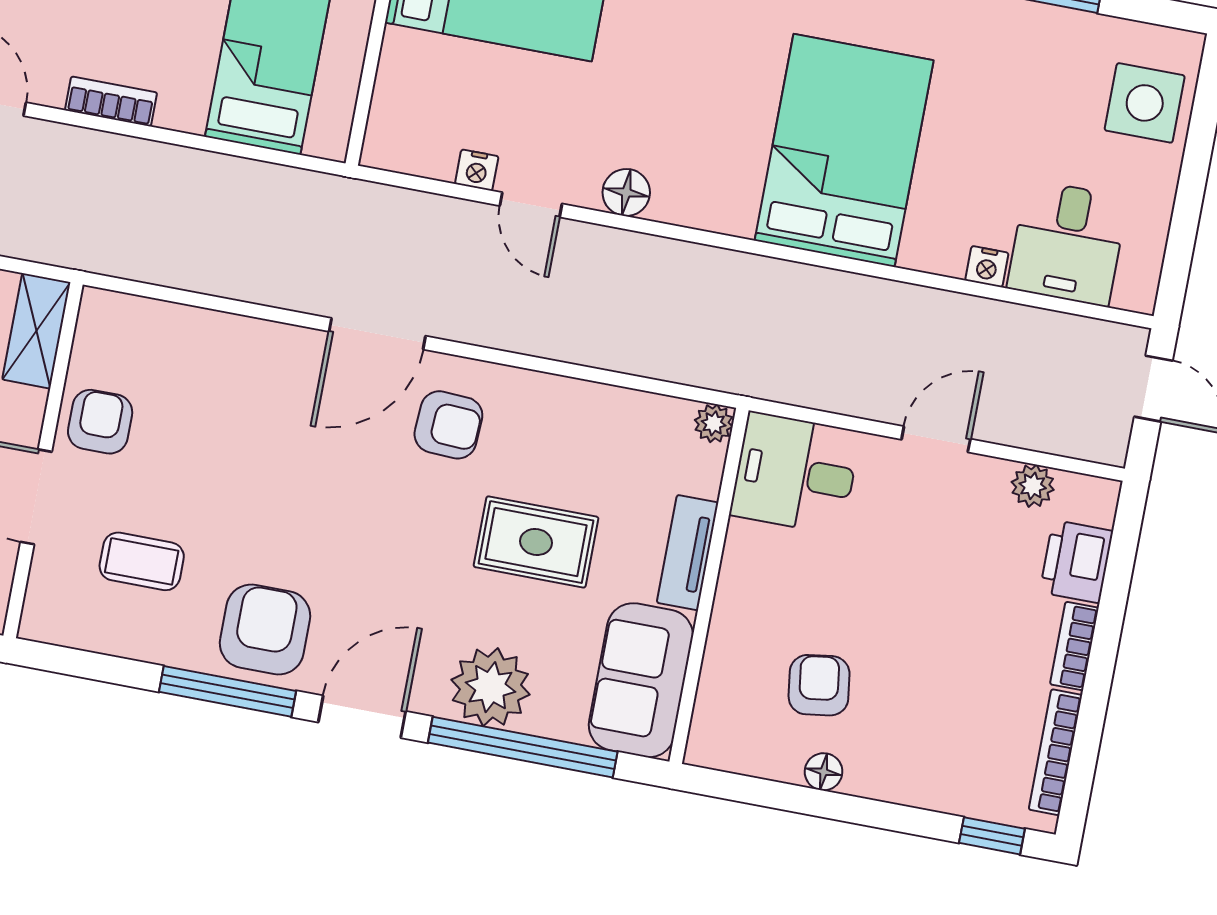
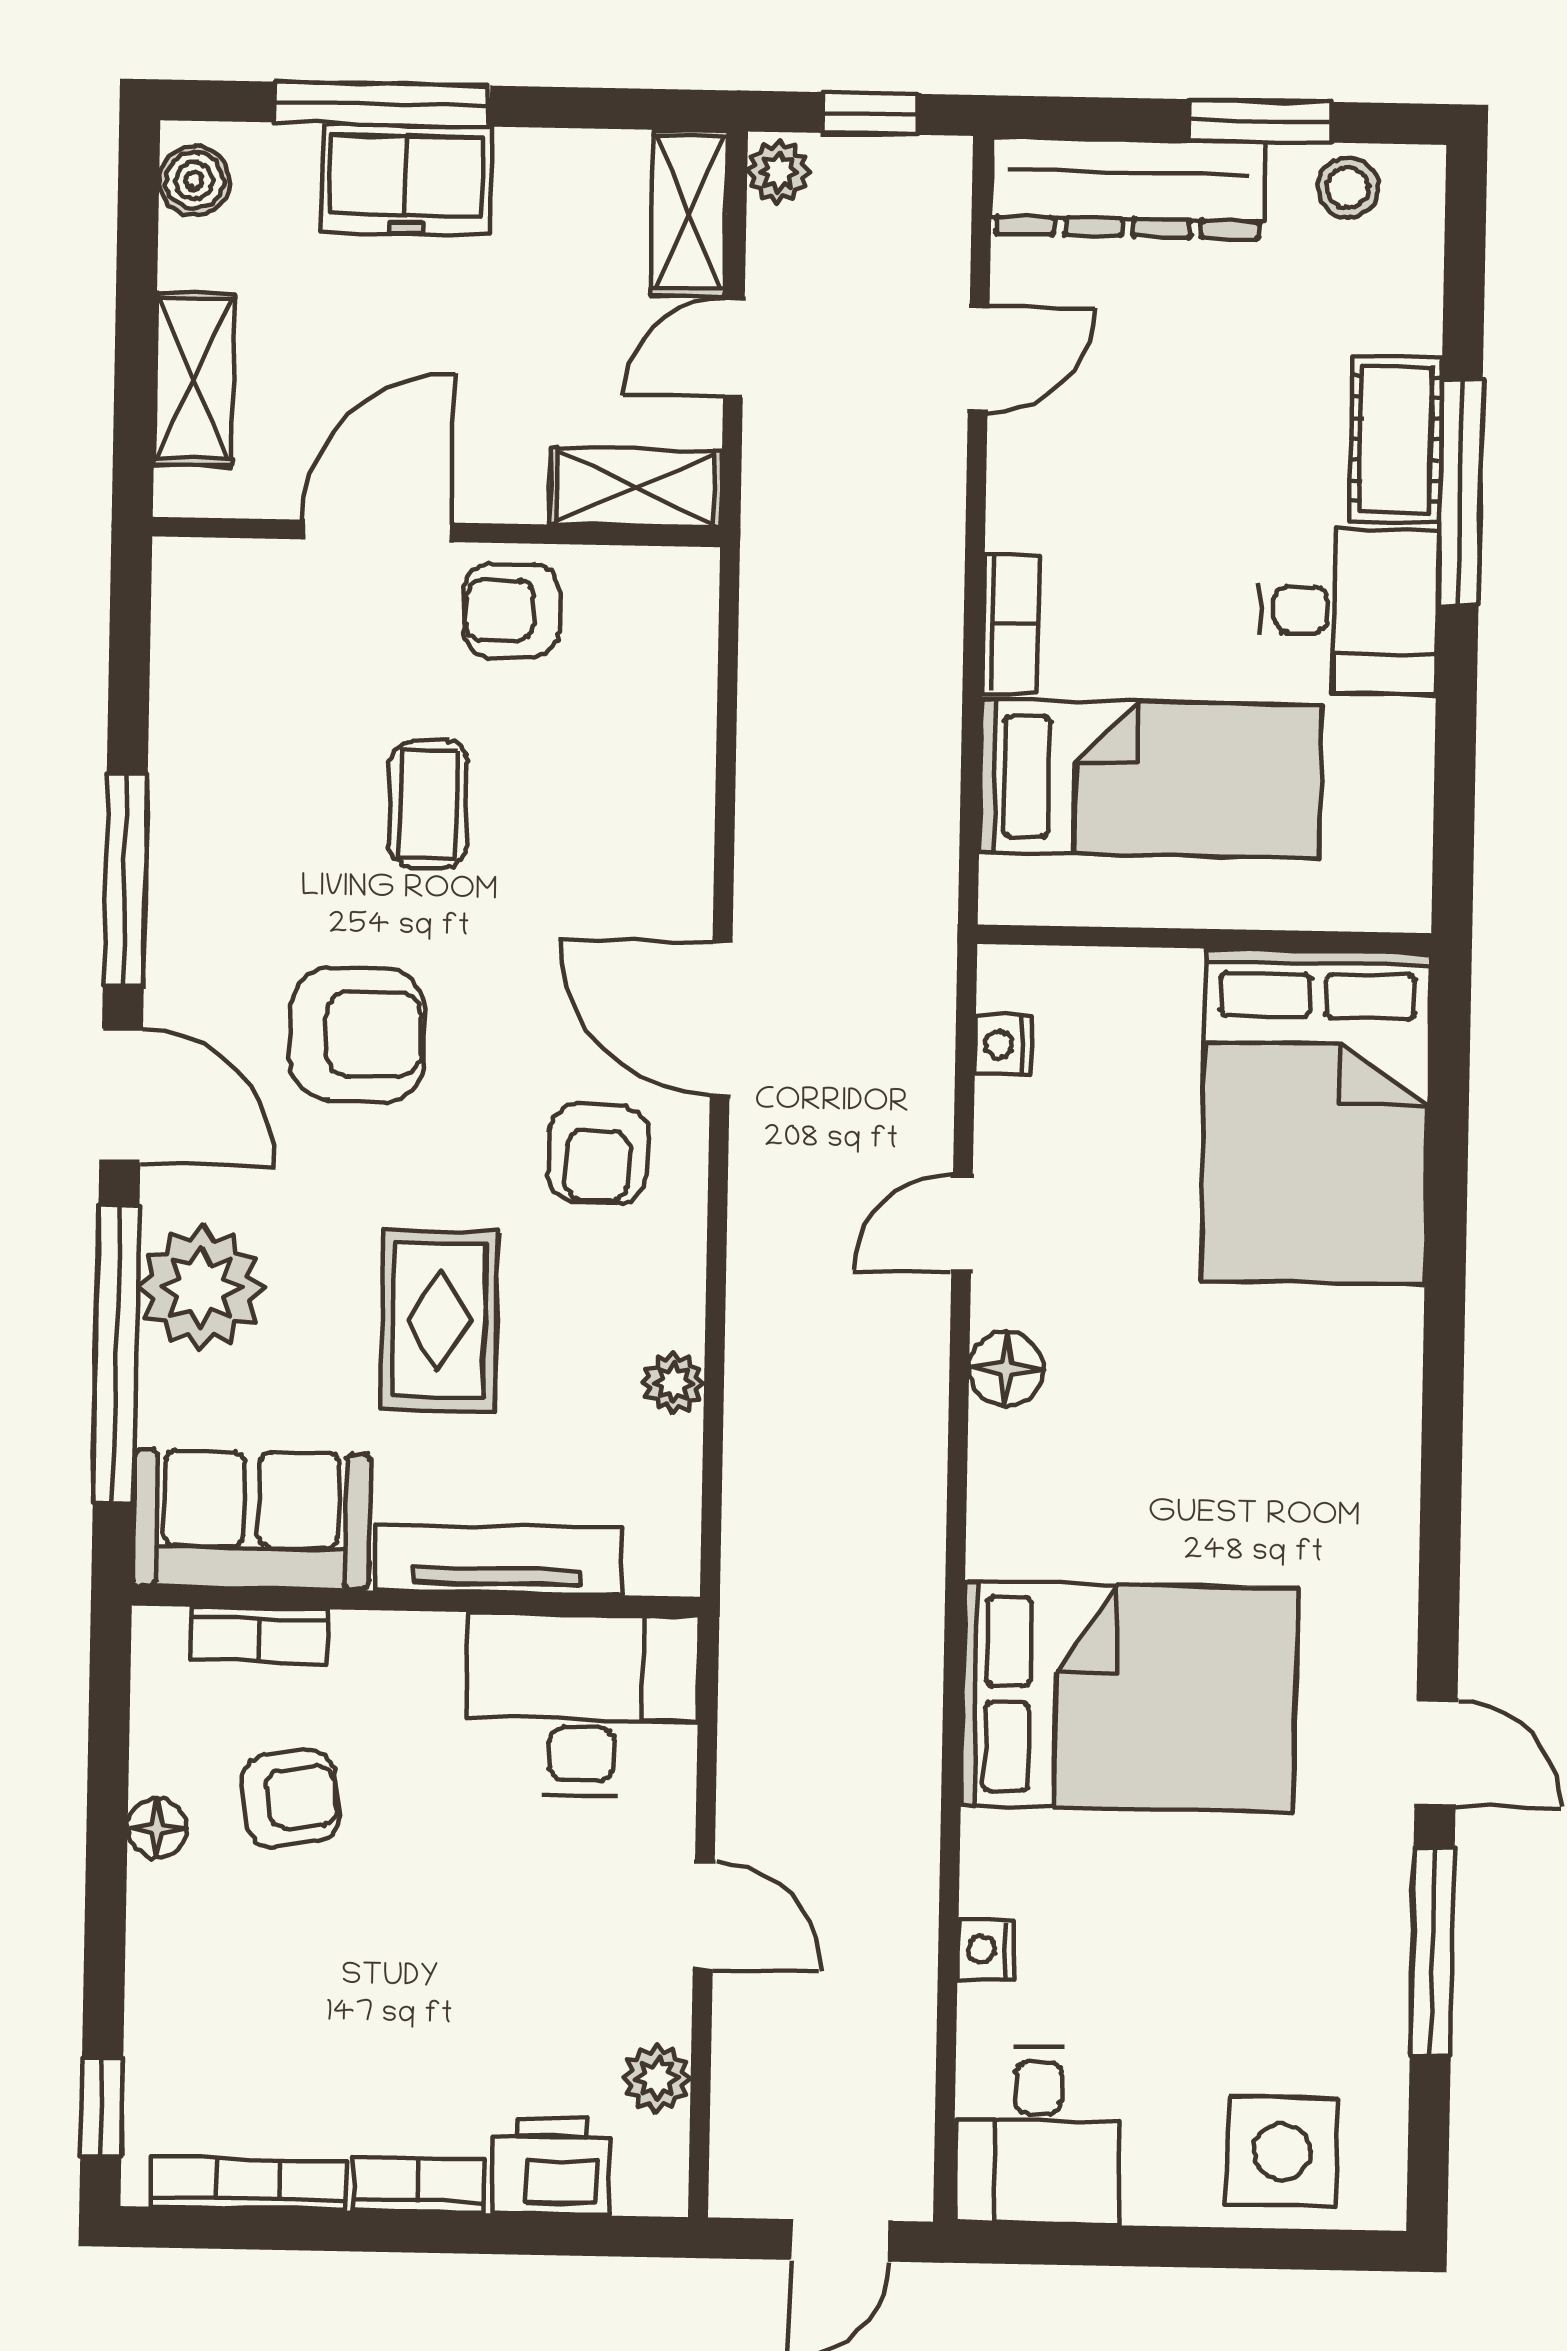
bookcase: (111, 101) -> (1011, 624), moved
nightstand: (477, 170) -> (1003, 1045), moved
desk: (1068, 243) -> (1038, 2135), moved, turned -90
armchair: (100, 422) -> (511, 611), turned 180
plant: (714, 423) -> (674, 1383), moved
desk: (795, 473) -> (582, 1705), width x1.37
tv unit: (688, 553) -> (498, 1560), width x1.41
coffee table: (142, 561) -> (429, 804), moved
armchair: (265, 629) -> (357, 1034), moved
bookcase: (714, 688) -> (259, 1635), added

